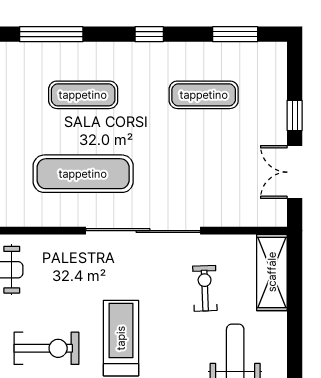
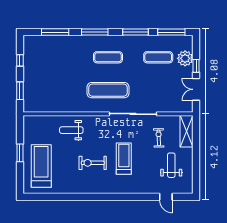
window: (149, 34) -> (136, 32), width x2.17
window: (235, 34) -> (171, 32), width x1.44
plant: (268, 97) -> (185, 58), added
exercise bike: (46, 348) -> (93, 163), turned 180

